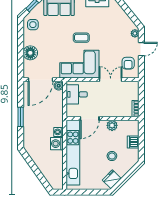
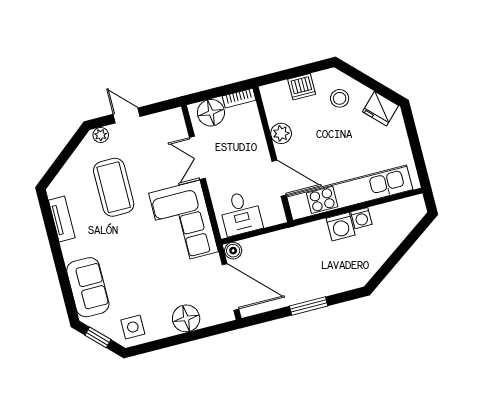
coffee table: (81, 38) -> (114, 187), moved, width x1.86, depth x1.72
armchair: (128, 63) -> (159, 133), removed
floor lamp: (132, 92) -> (211, 113), added
washing machine: (58, 132) -> (361, 218), moved
stool: (112, 156) -> (340, 98), moved

